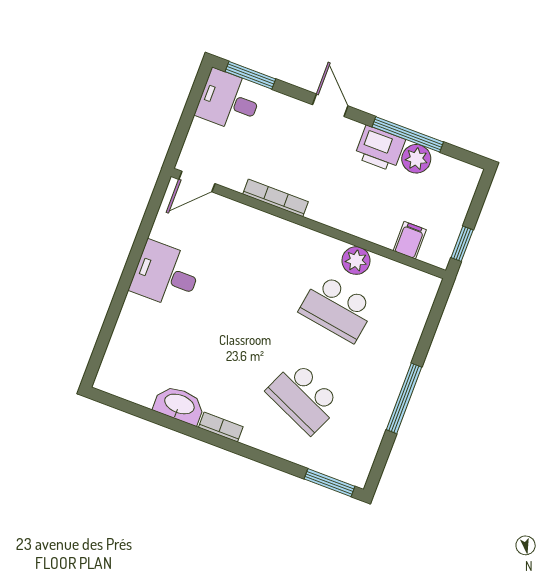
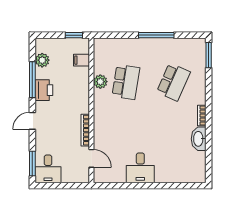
plant: (416, 159) -> (42, 60), moved
door: (197, 181) -> (91, 158), moved

